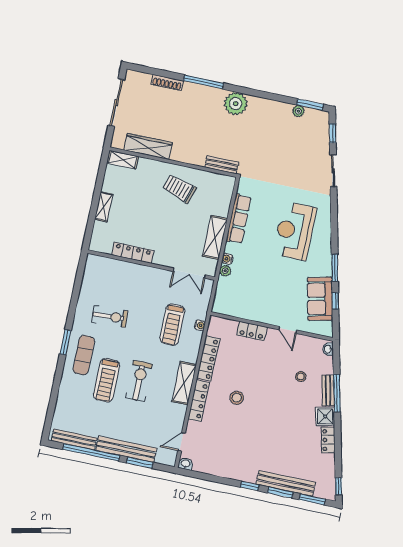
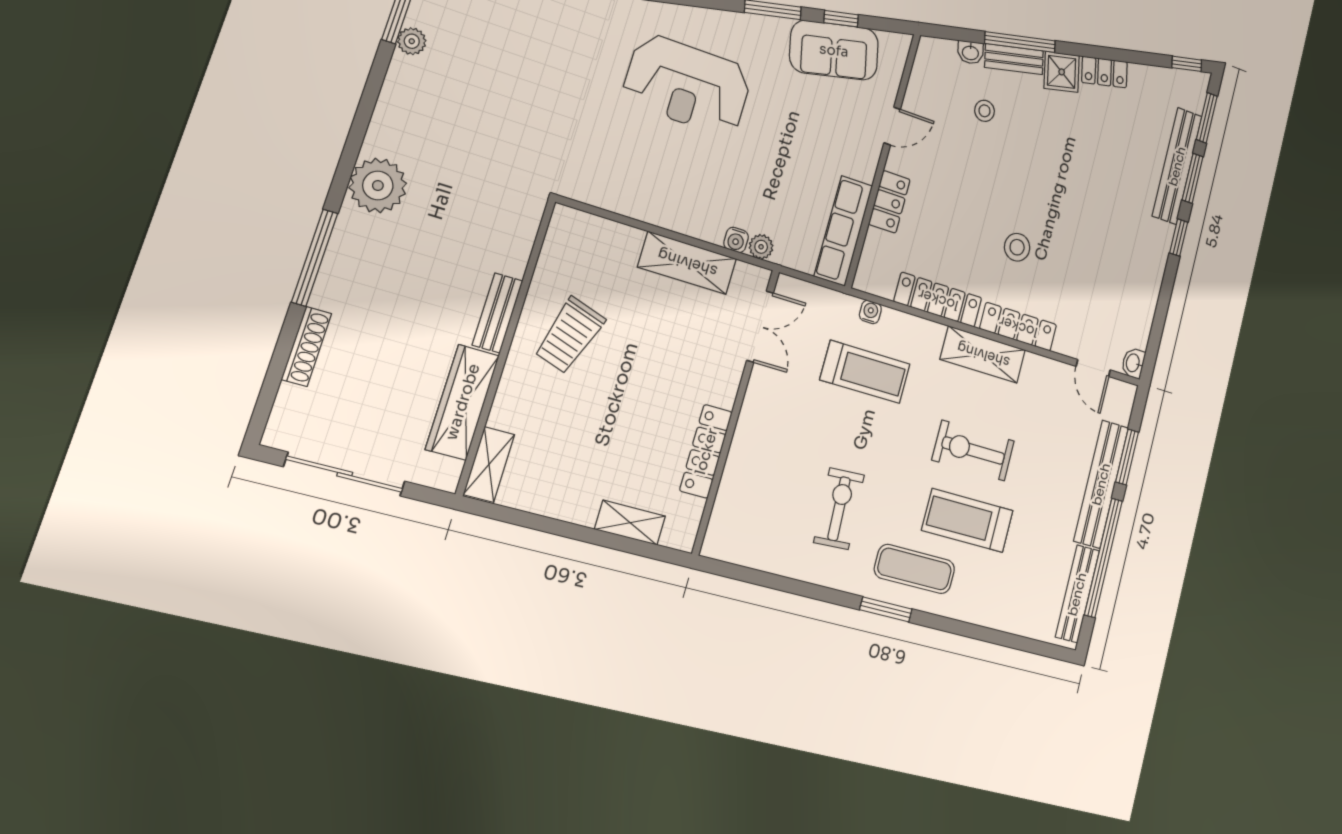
bench: (222, 165) -> (497, 313), moved
shelving: (104, 207) -> (630, 523), moved
row of seats: (239, 219) -> (843, 231), moved, turned -90
washbasin: (328, 349) -> (970, 52), moved
treadmill: (107, 380) -> (967, 520), turned 180

